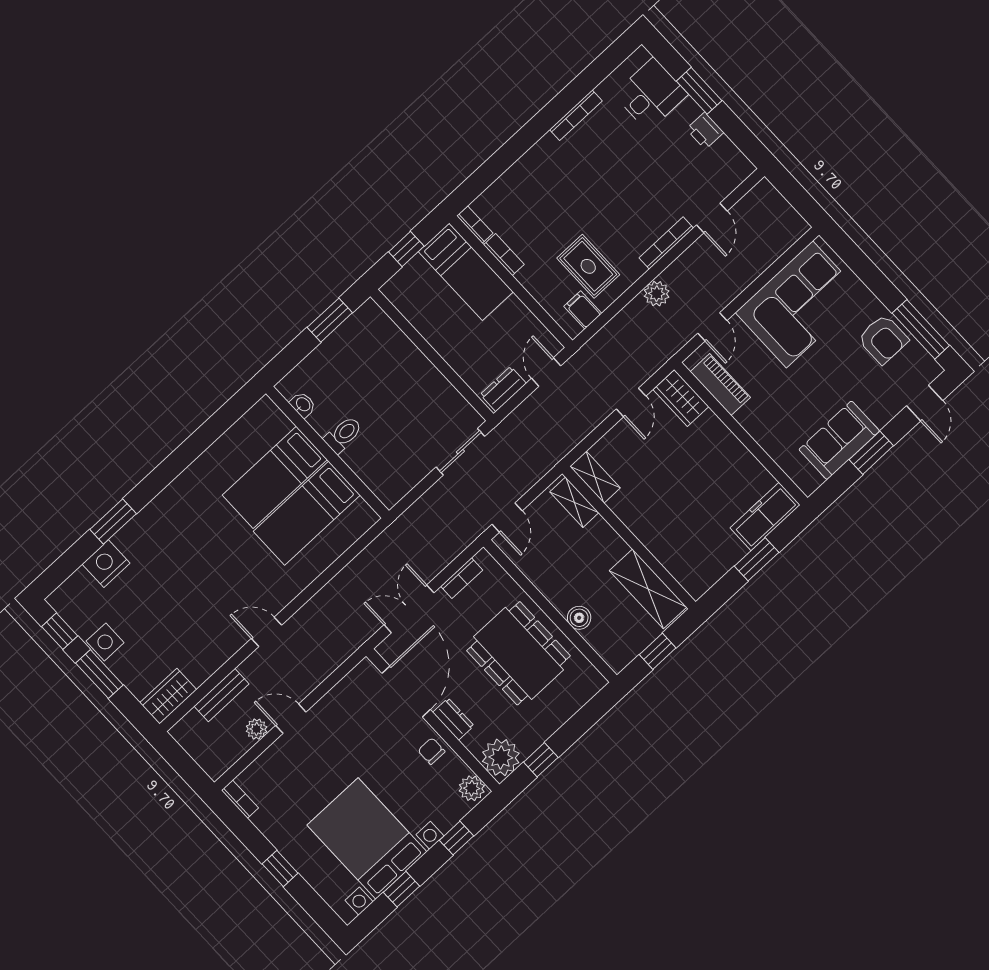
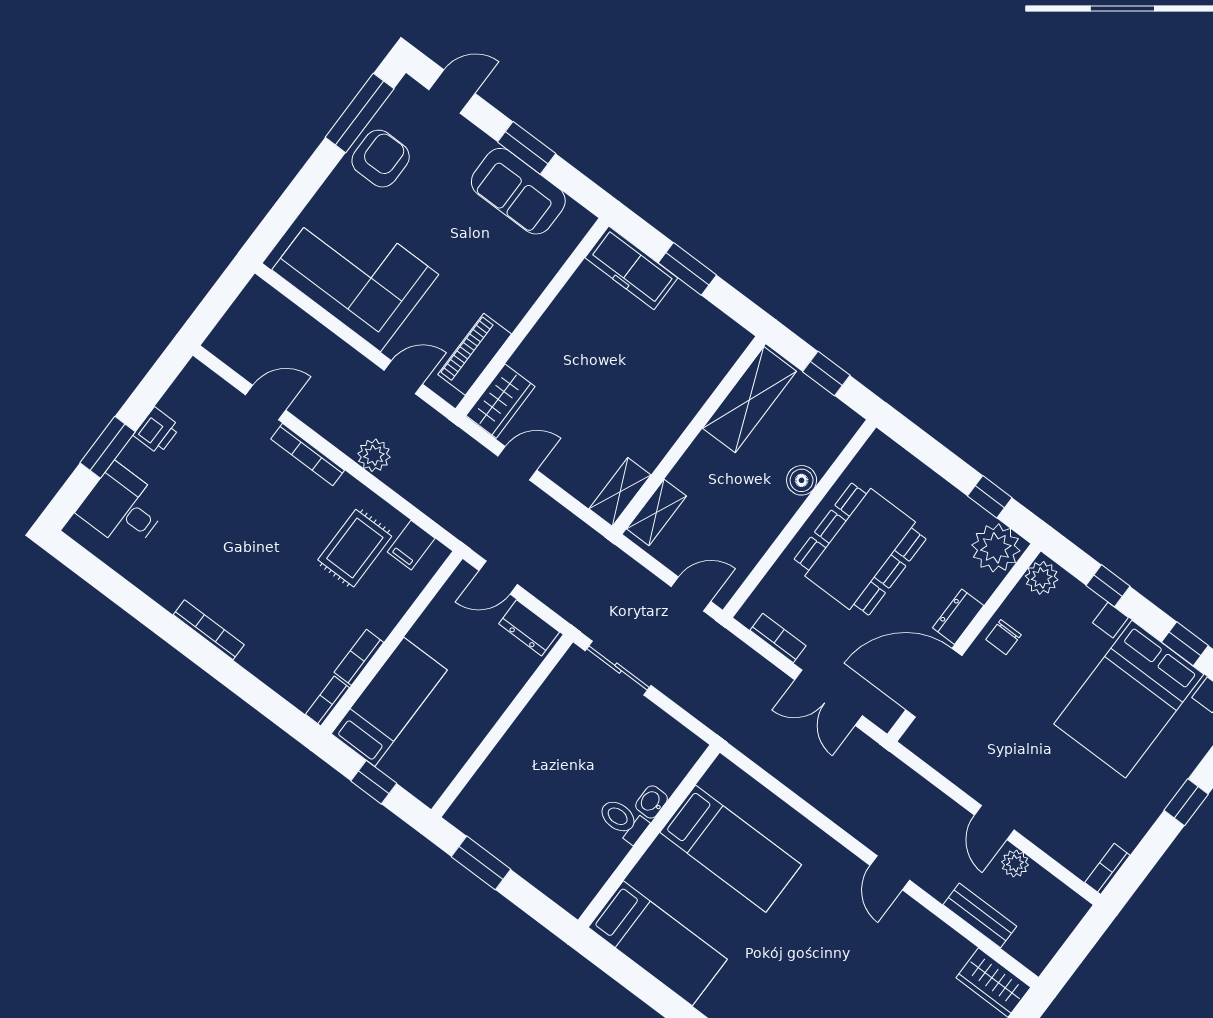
bookcase: (576, 115) -> (209, 630), moved
washbasin: (303, 405) -> (652, 802), moved
bed: (275, 477) -> (658, 943), moved

